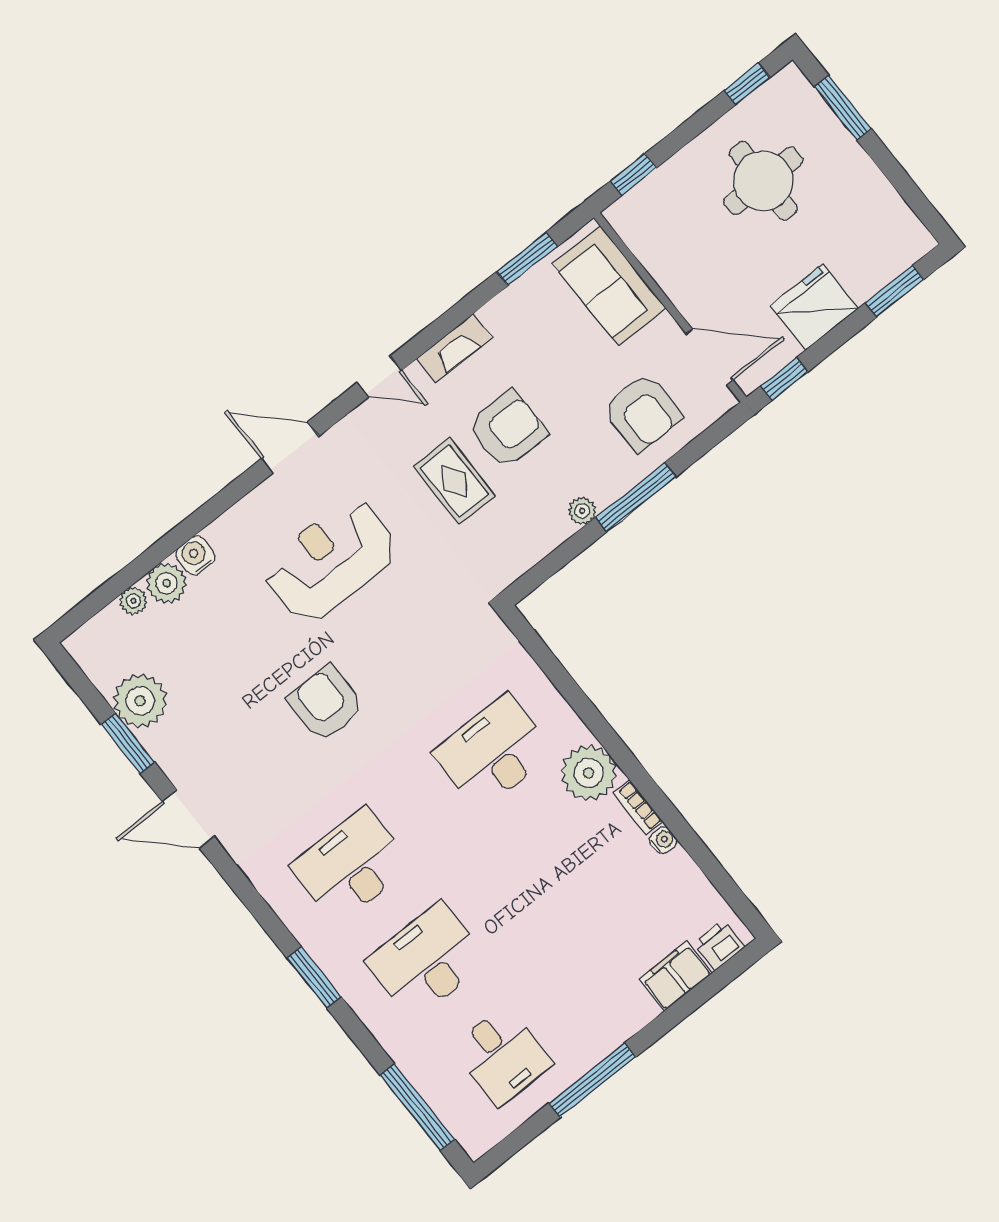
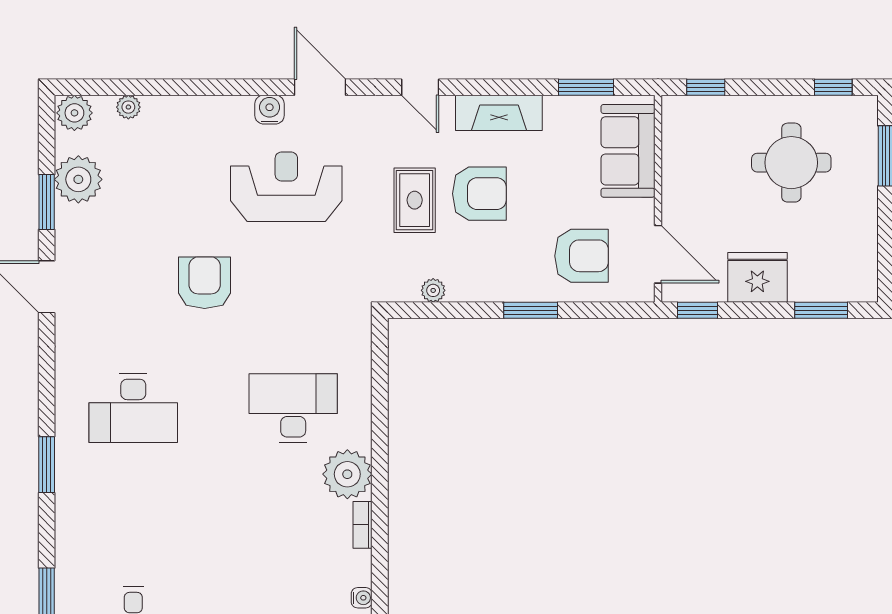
fireplace: (454, 348) -> (499, 113), width x1.37, depth x1.32
armchair: (642, 412) -> (581, 256), turned -90
window: (636, 497) -> (531, 310), width x0.69
plant: (582, 511) -> (433, 290), moved
water cooler: (195, 556) -> (270, 110), moved
plant: (166, 583) -> (74, 113), moved
water cooler: (663, 840) -> (362, 598), moved
desk: (351, 866) -> (133, 408), turned 180
desk: (427, 961) -> (133, 515), removed

